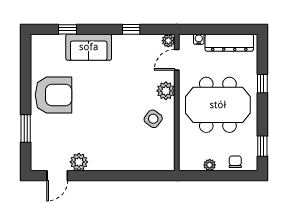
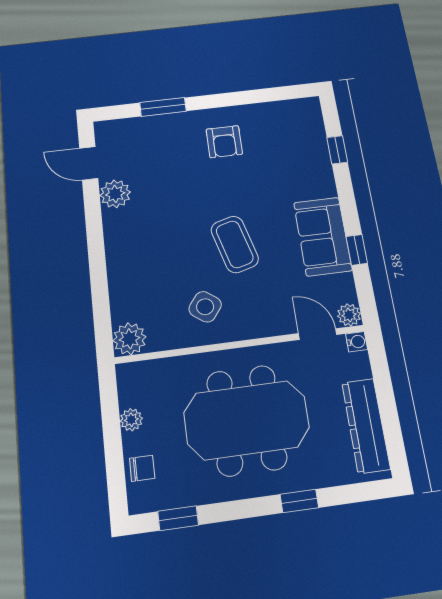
water cooler: (199, 39) -> (357, 342), moved
sofa: (89, 47) -> (323, 236), moved
plant: (166, 91) -> (130, 339), moved
armchair: (54, 95) -> (224, 142), width x0.53, depth x0.53
coffee table: (119, 98) -> (235, 244), added
meeting table: (218, 105) -> (246, 420), turned 90

